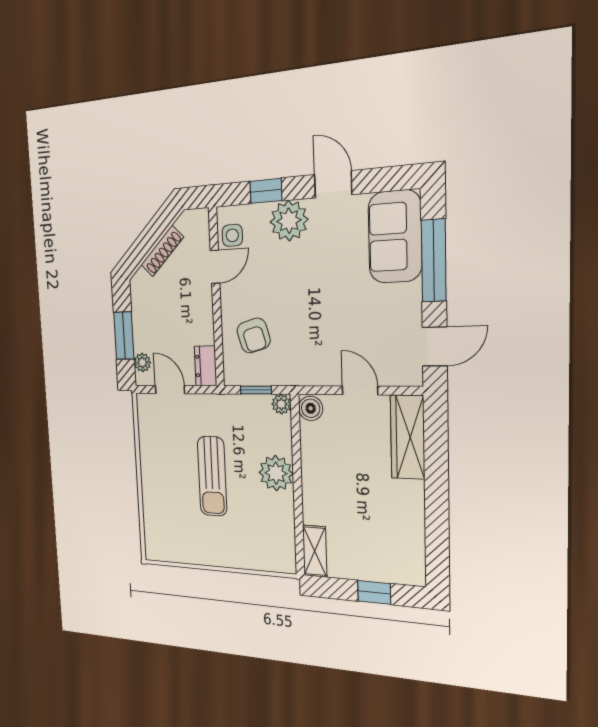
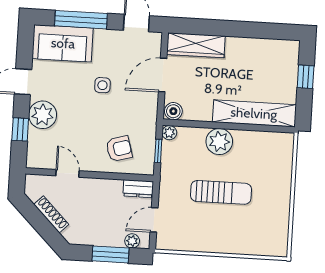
side table: (232, 235) -> (102, 85), moved
door: (360, 390) -> (163, 75), width x1.38
shelving: (315, 551) -> (254, 113), width x2.20, depth x1.33

